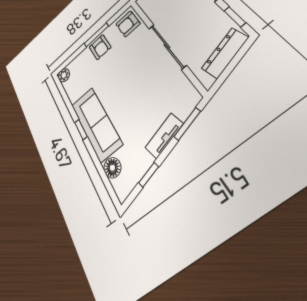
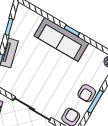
armchair: (100, 47) -> (87, 93), turned -90
floor lamp: (112, 168) -> (35, 19), removed

